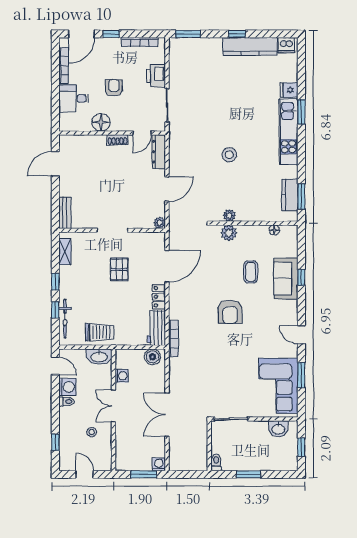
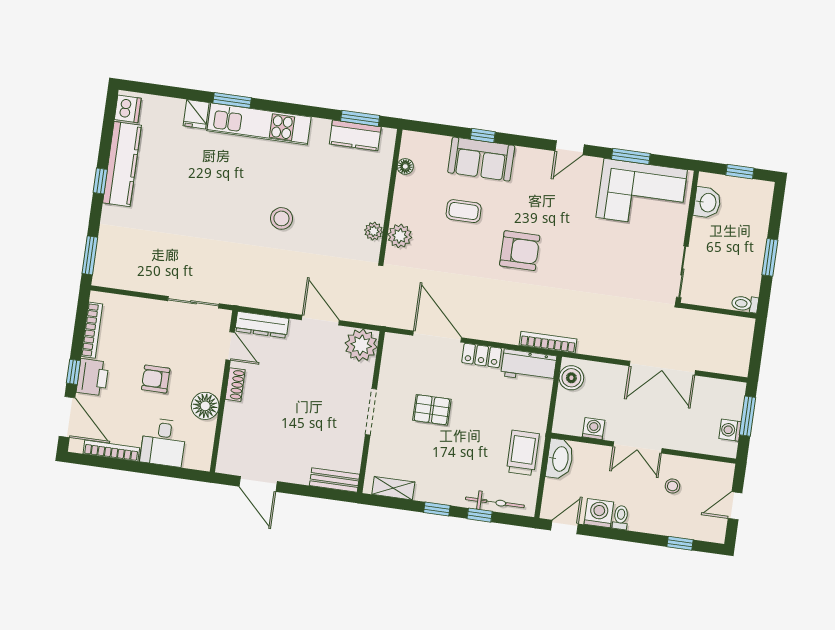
printer: (156, 76) -> (92, 377), moved, turned -90
plant: (160, 223) -> (361, 345), width x1.88, depth x1.88
washing machine: (159, 464) -> (730, 430), moved

